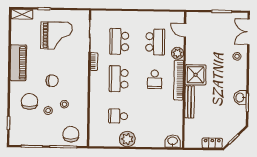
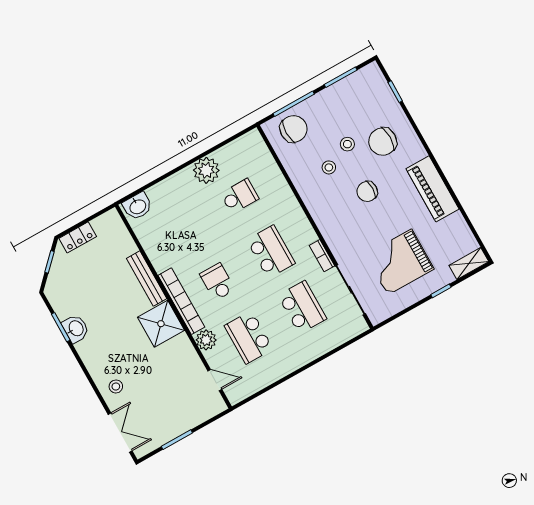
chair: (30, 101) -> (383, 142), turned 90
chair: (71, 134) -> (293, 129), turned -90

